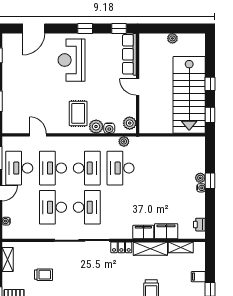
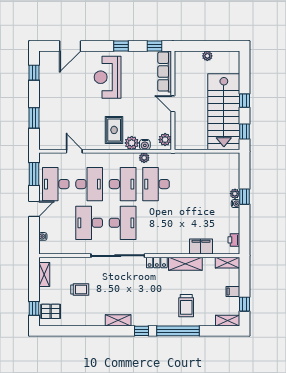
plant: (124, 141) -> (144, 158), moved
desk: (53, 168) -> (89, 184), turned 180
filing cabinet: (143, 232) -> (178, 247), removed
shelving: (181, 247) -> (228, 263), moved

